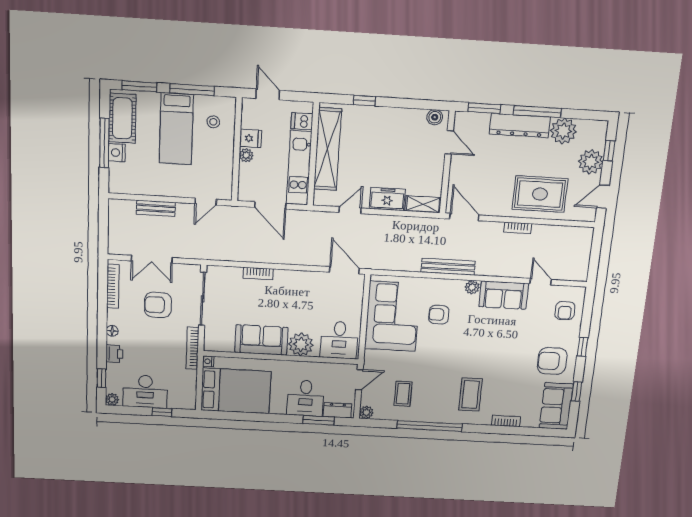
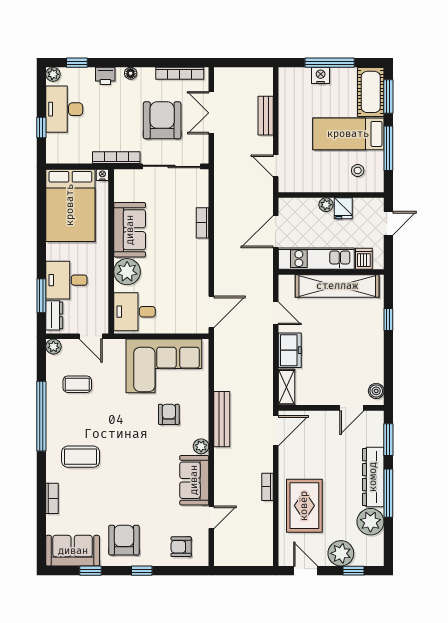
cot: (122, 118) -> (371, 92), moved, turned 90
armchair: (158, 305) -> (162, 120), width x1.36, depth x1.36

